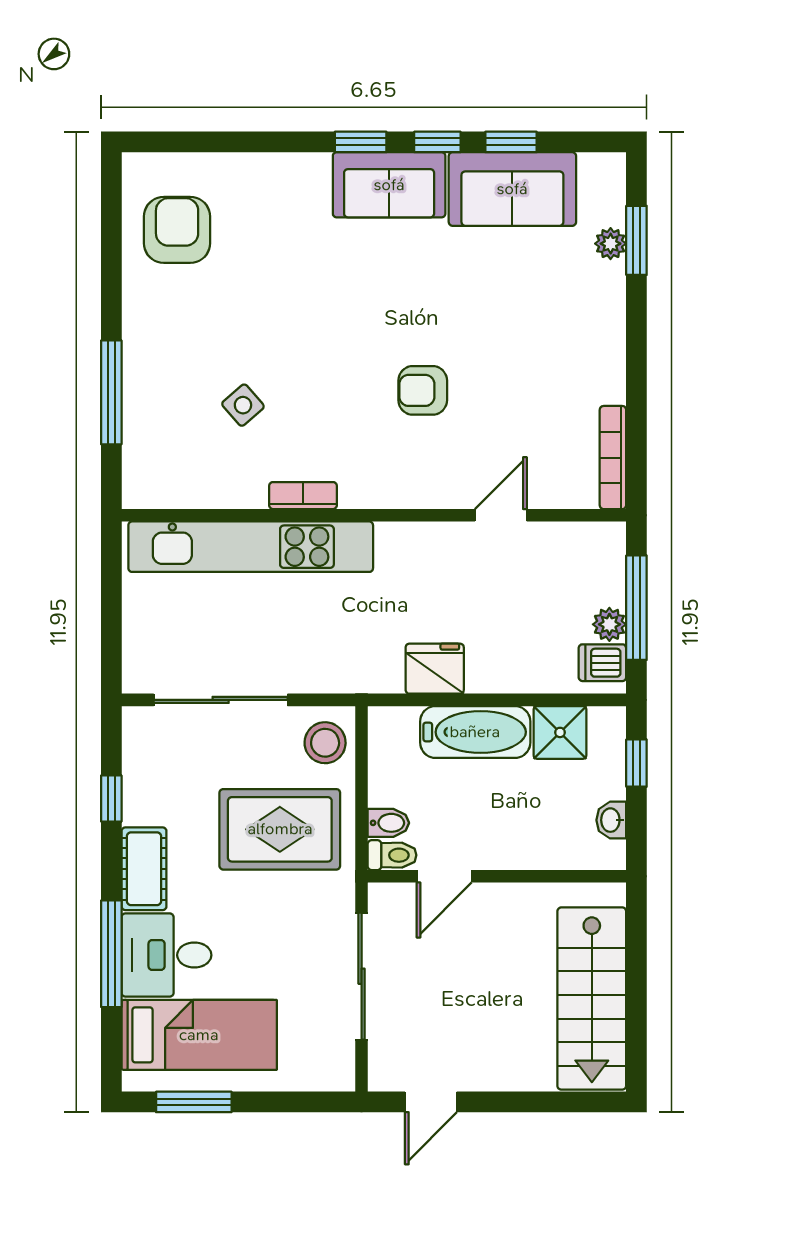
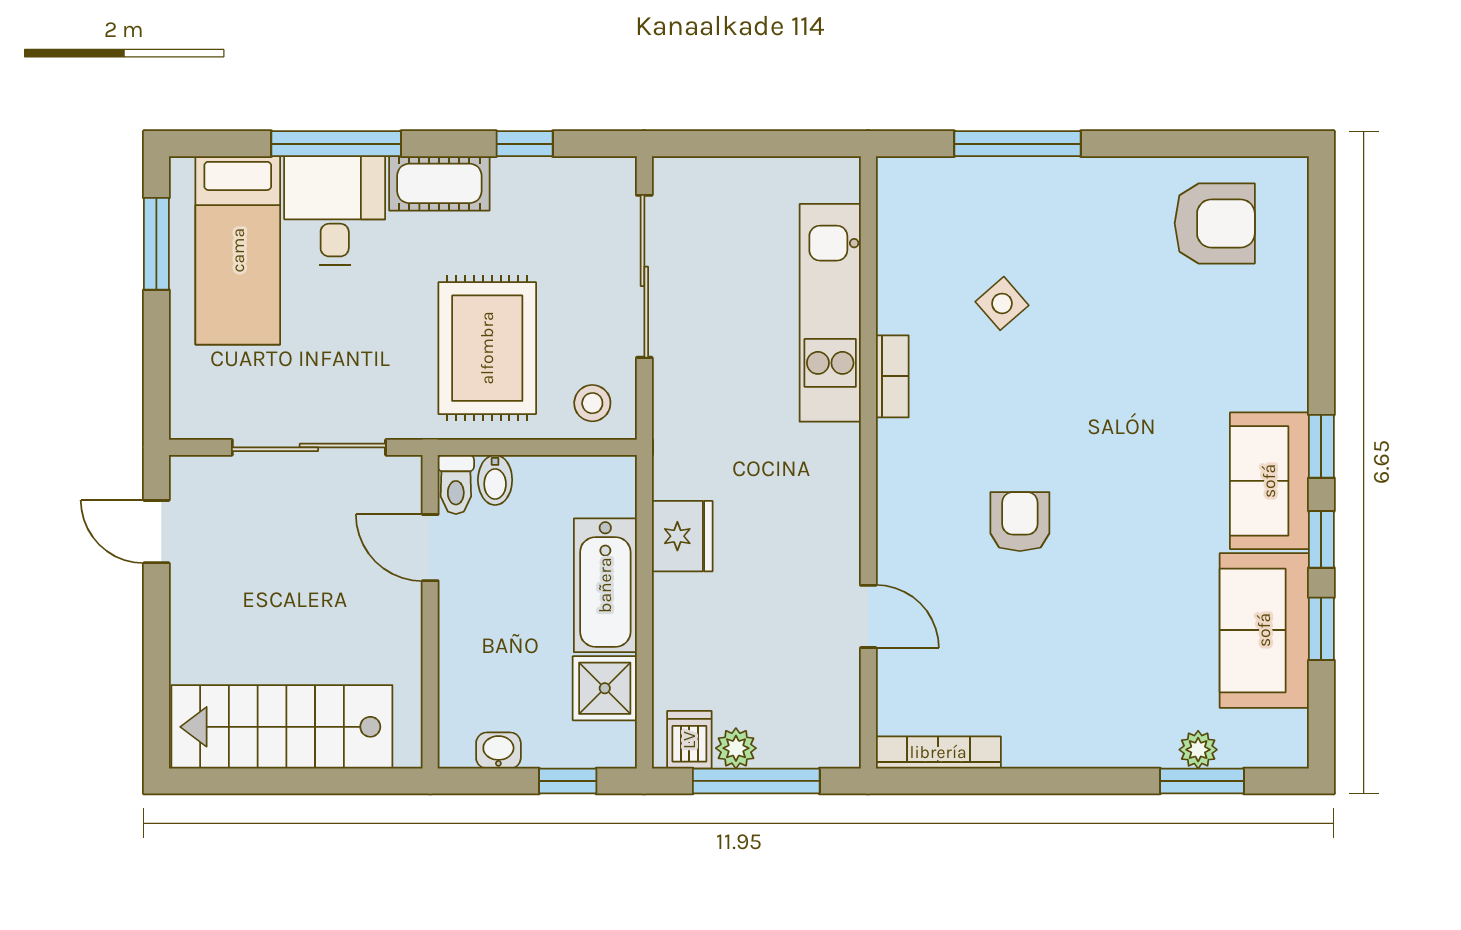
kitchen unit: (251, 547) -> (830, 313), width x0.73
stool: (325, 743) -> (592, 403), width x0.73, depth x0.73

